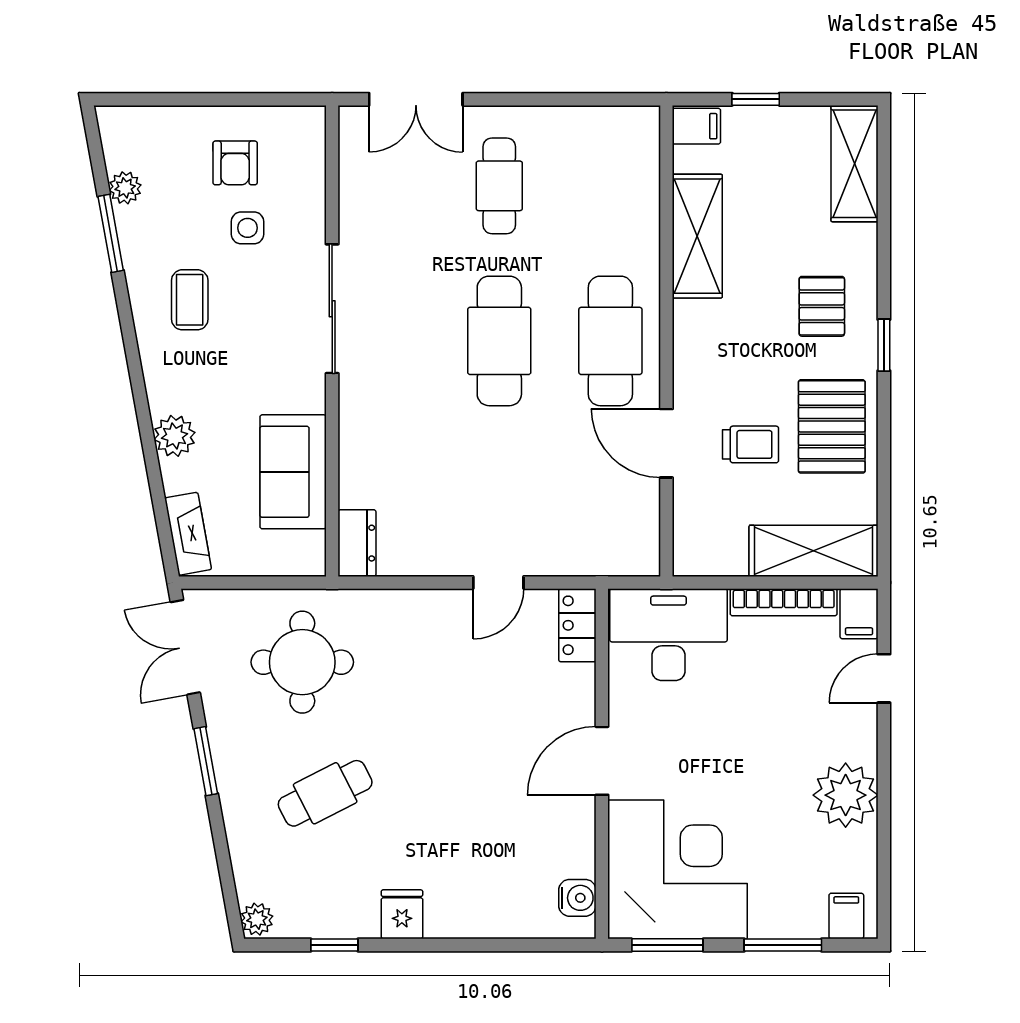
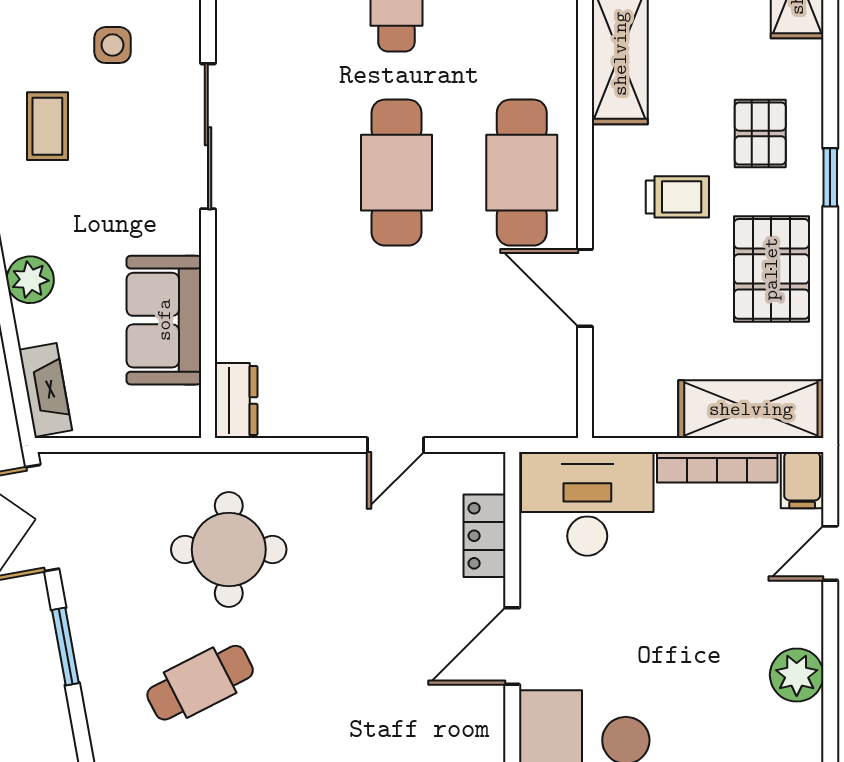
trolley: (751, 444) -> (677, 197), moved
locker: (577, 625) -> (485, 536), moved
round table: (302, 662) -> (229, 549), moved
plant: (846, 795) -> (797, 675), width x0.73, depth x0.73

